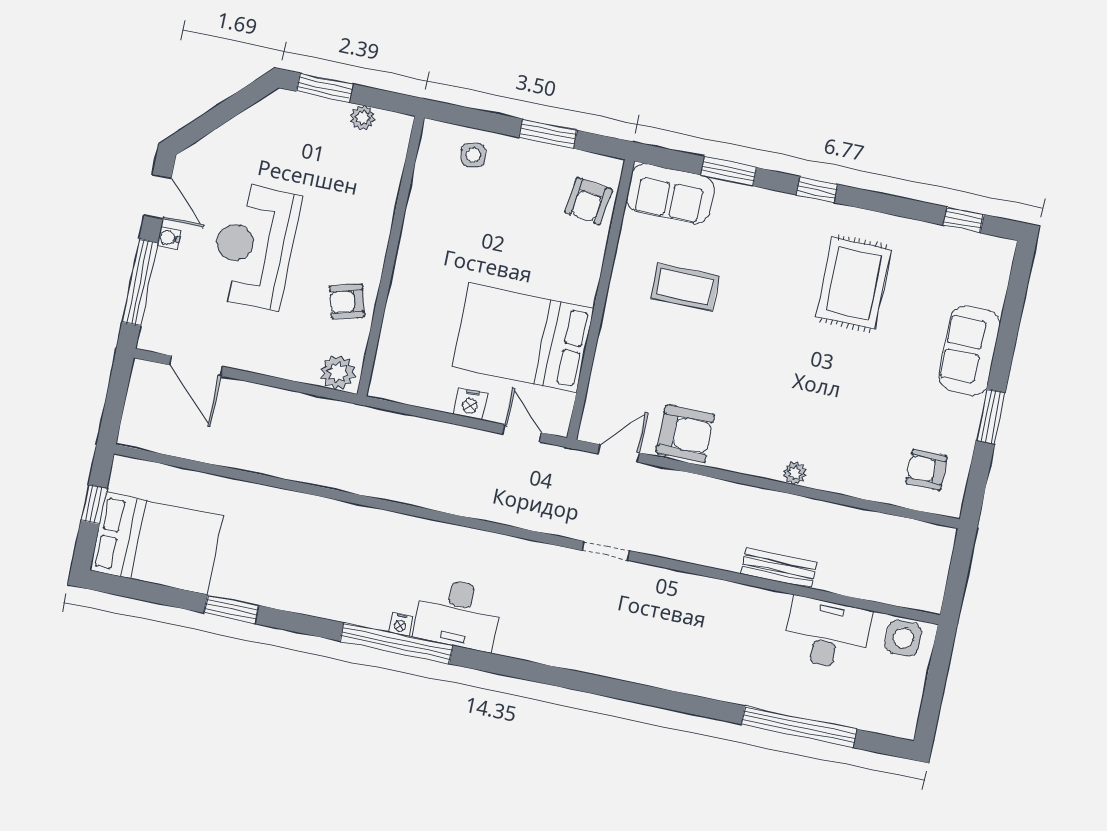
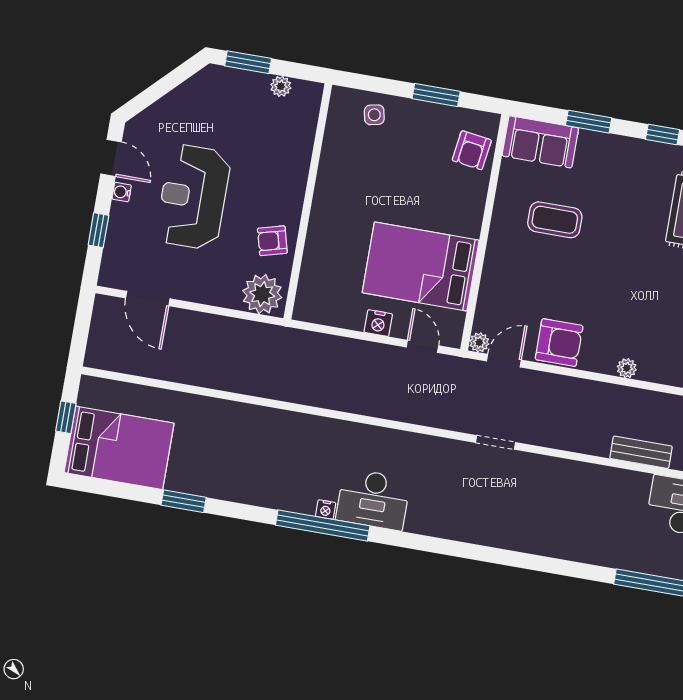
window: (140, 282) -> (98, 230), width x0.46
plant: (338, 373) -> (262, 294), width x1.36, depth x1.36
plant: (590, 431) -> (479, 342), added
plant: (795, 473) -> (627, 368), moved

